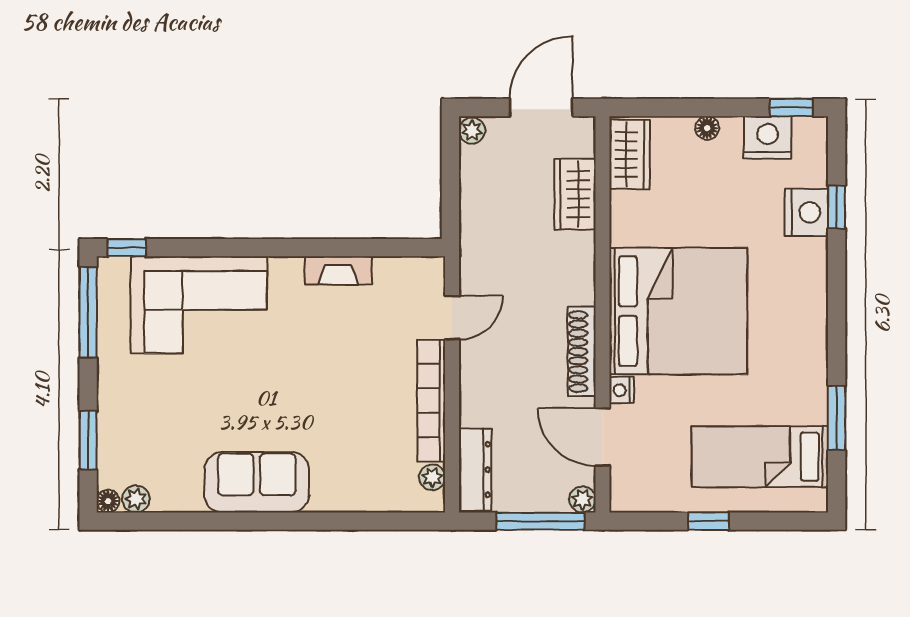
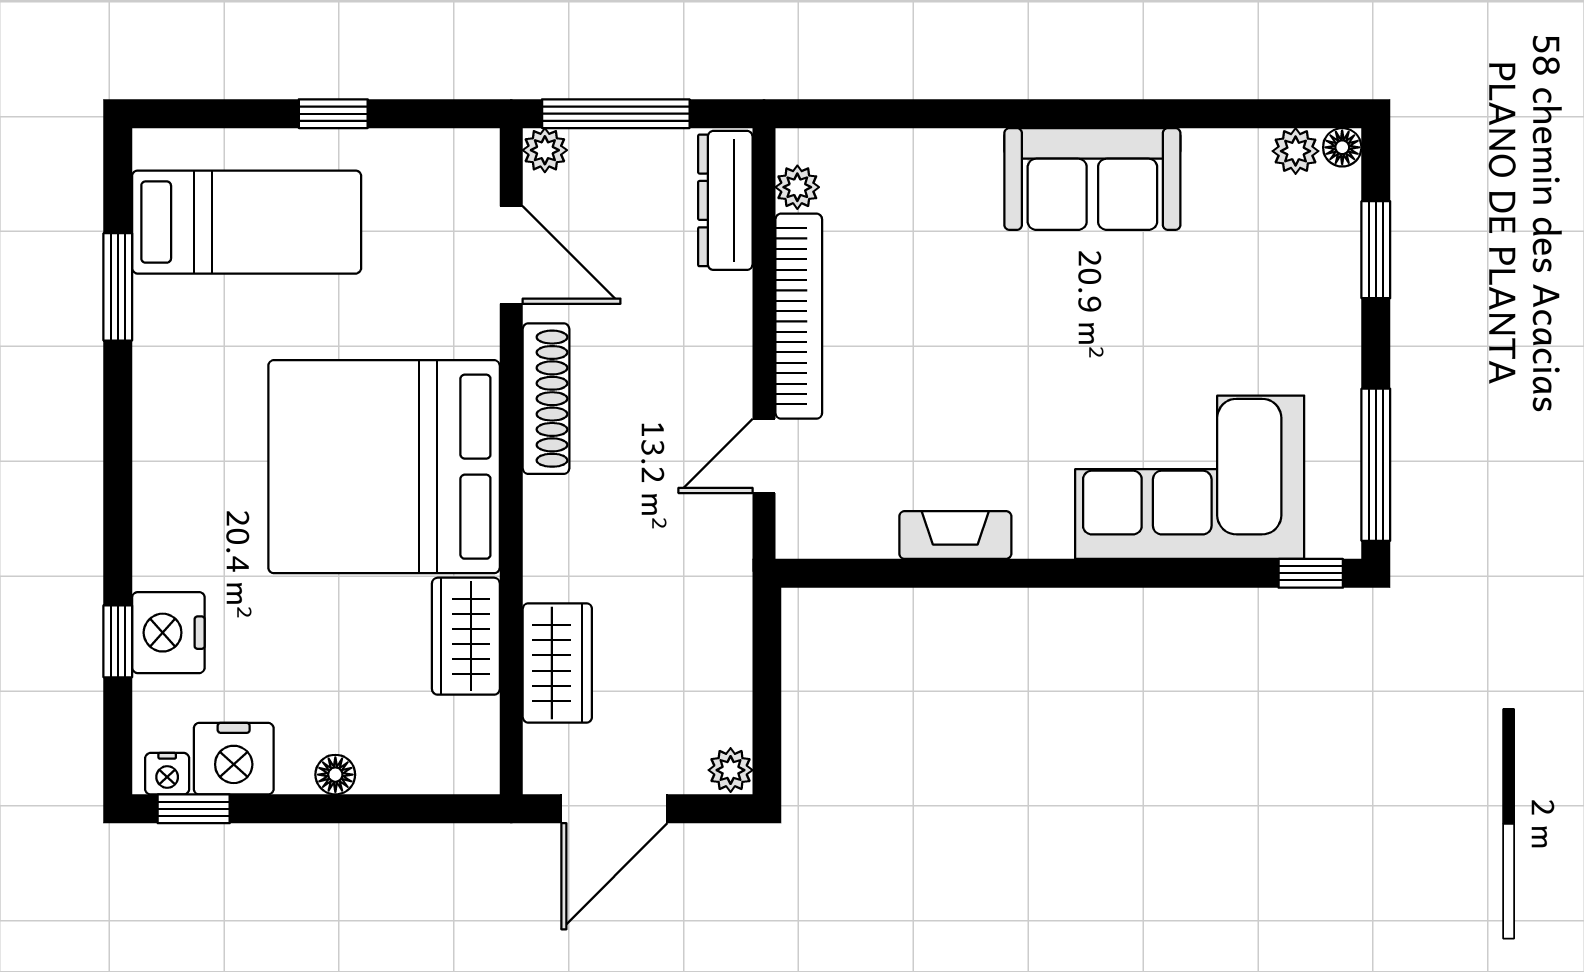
wardrobe: (629, 154) -> (466, 636), moved
nightstand: (622, 390) -> (167, 774), moved, turned 90

